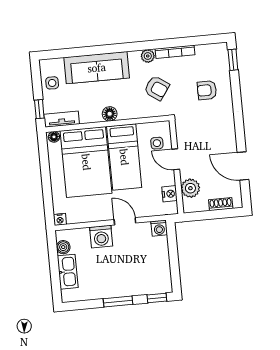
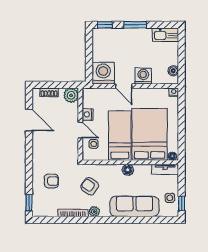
window: (39, 109) -> (182, 204), moved
plant: (190, 188) -> (71, 95), moved
nightstand: (169, 194) -> (88, 114), moved
washing machine: (159, 228) -> (103, 73), width x1.89, depth x1.89
kitchen sink: (68, 272) -> (165, 35), moved, turned -90

